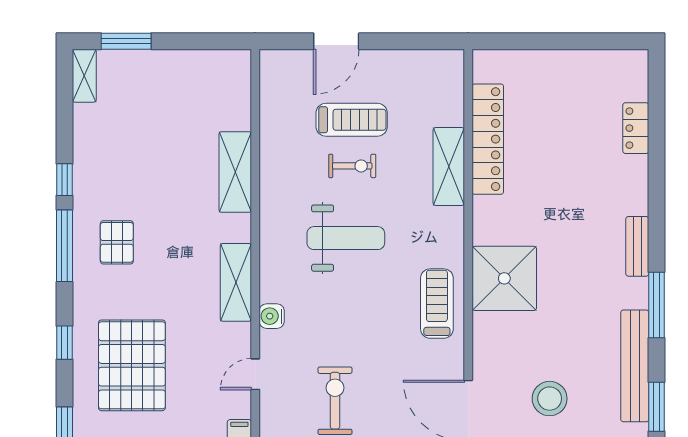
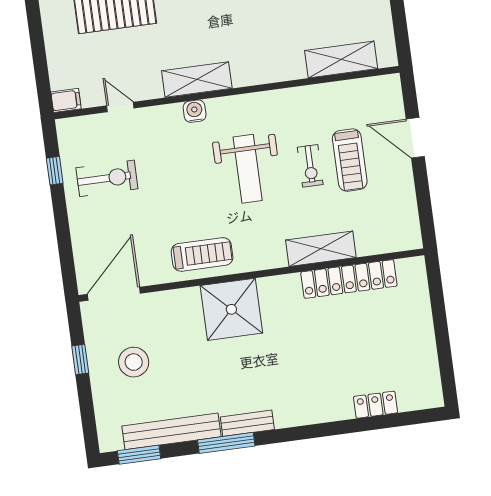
shelving: (235, 172) -> (341, 60), moved
bench: (637, 246) -> (247, 423), moved
water cooler: (272, 316) -> (195, 111), moved

